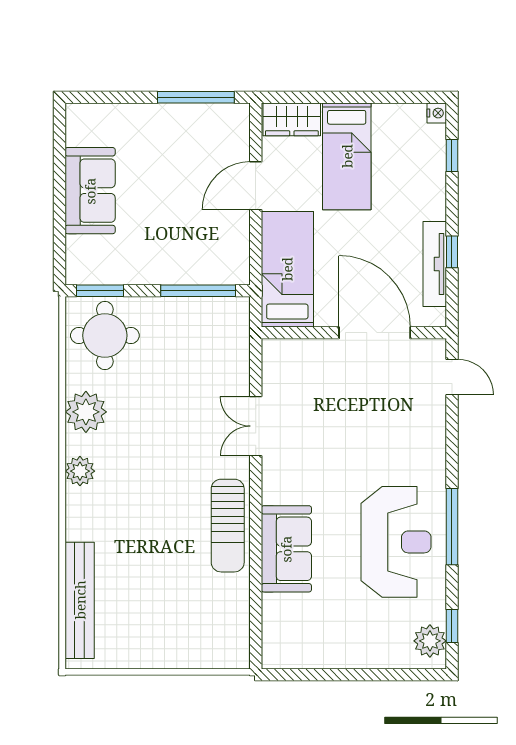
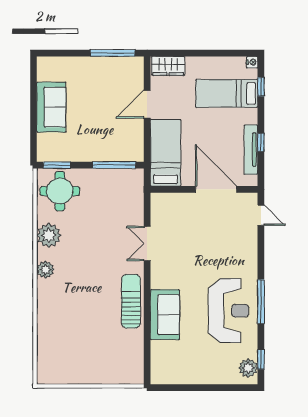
bed: (347, 156) -> (227, 93), moved, turned 90
sun lounger: (228, 526) -> (131, 301), turned 180
bench: (80, 600) -> (45, 345), removed

